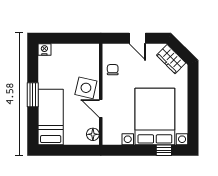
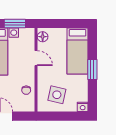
side table: (86, 88) -> (57, 95), moved
window: (126, 150) -> (15, 23), added

